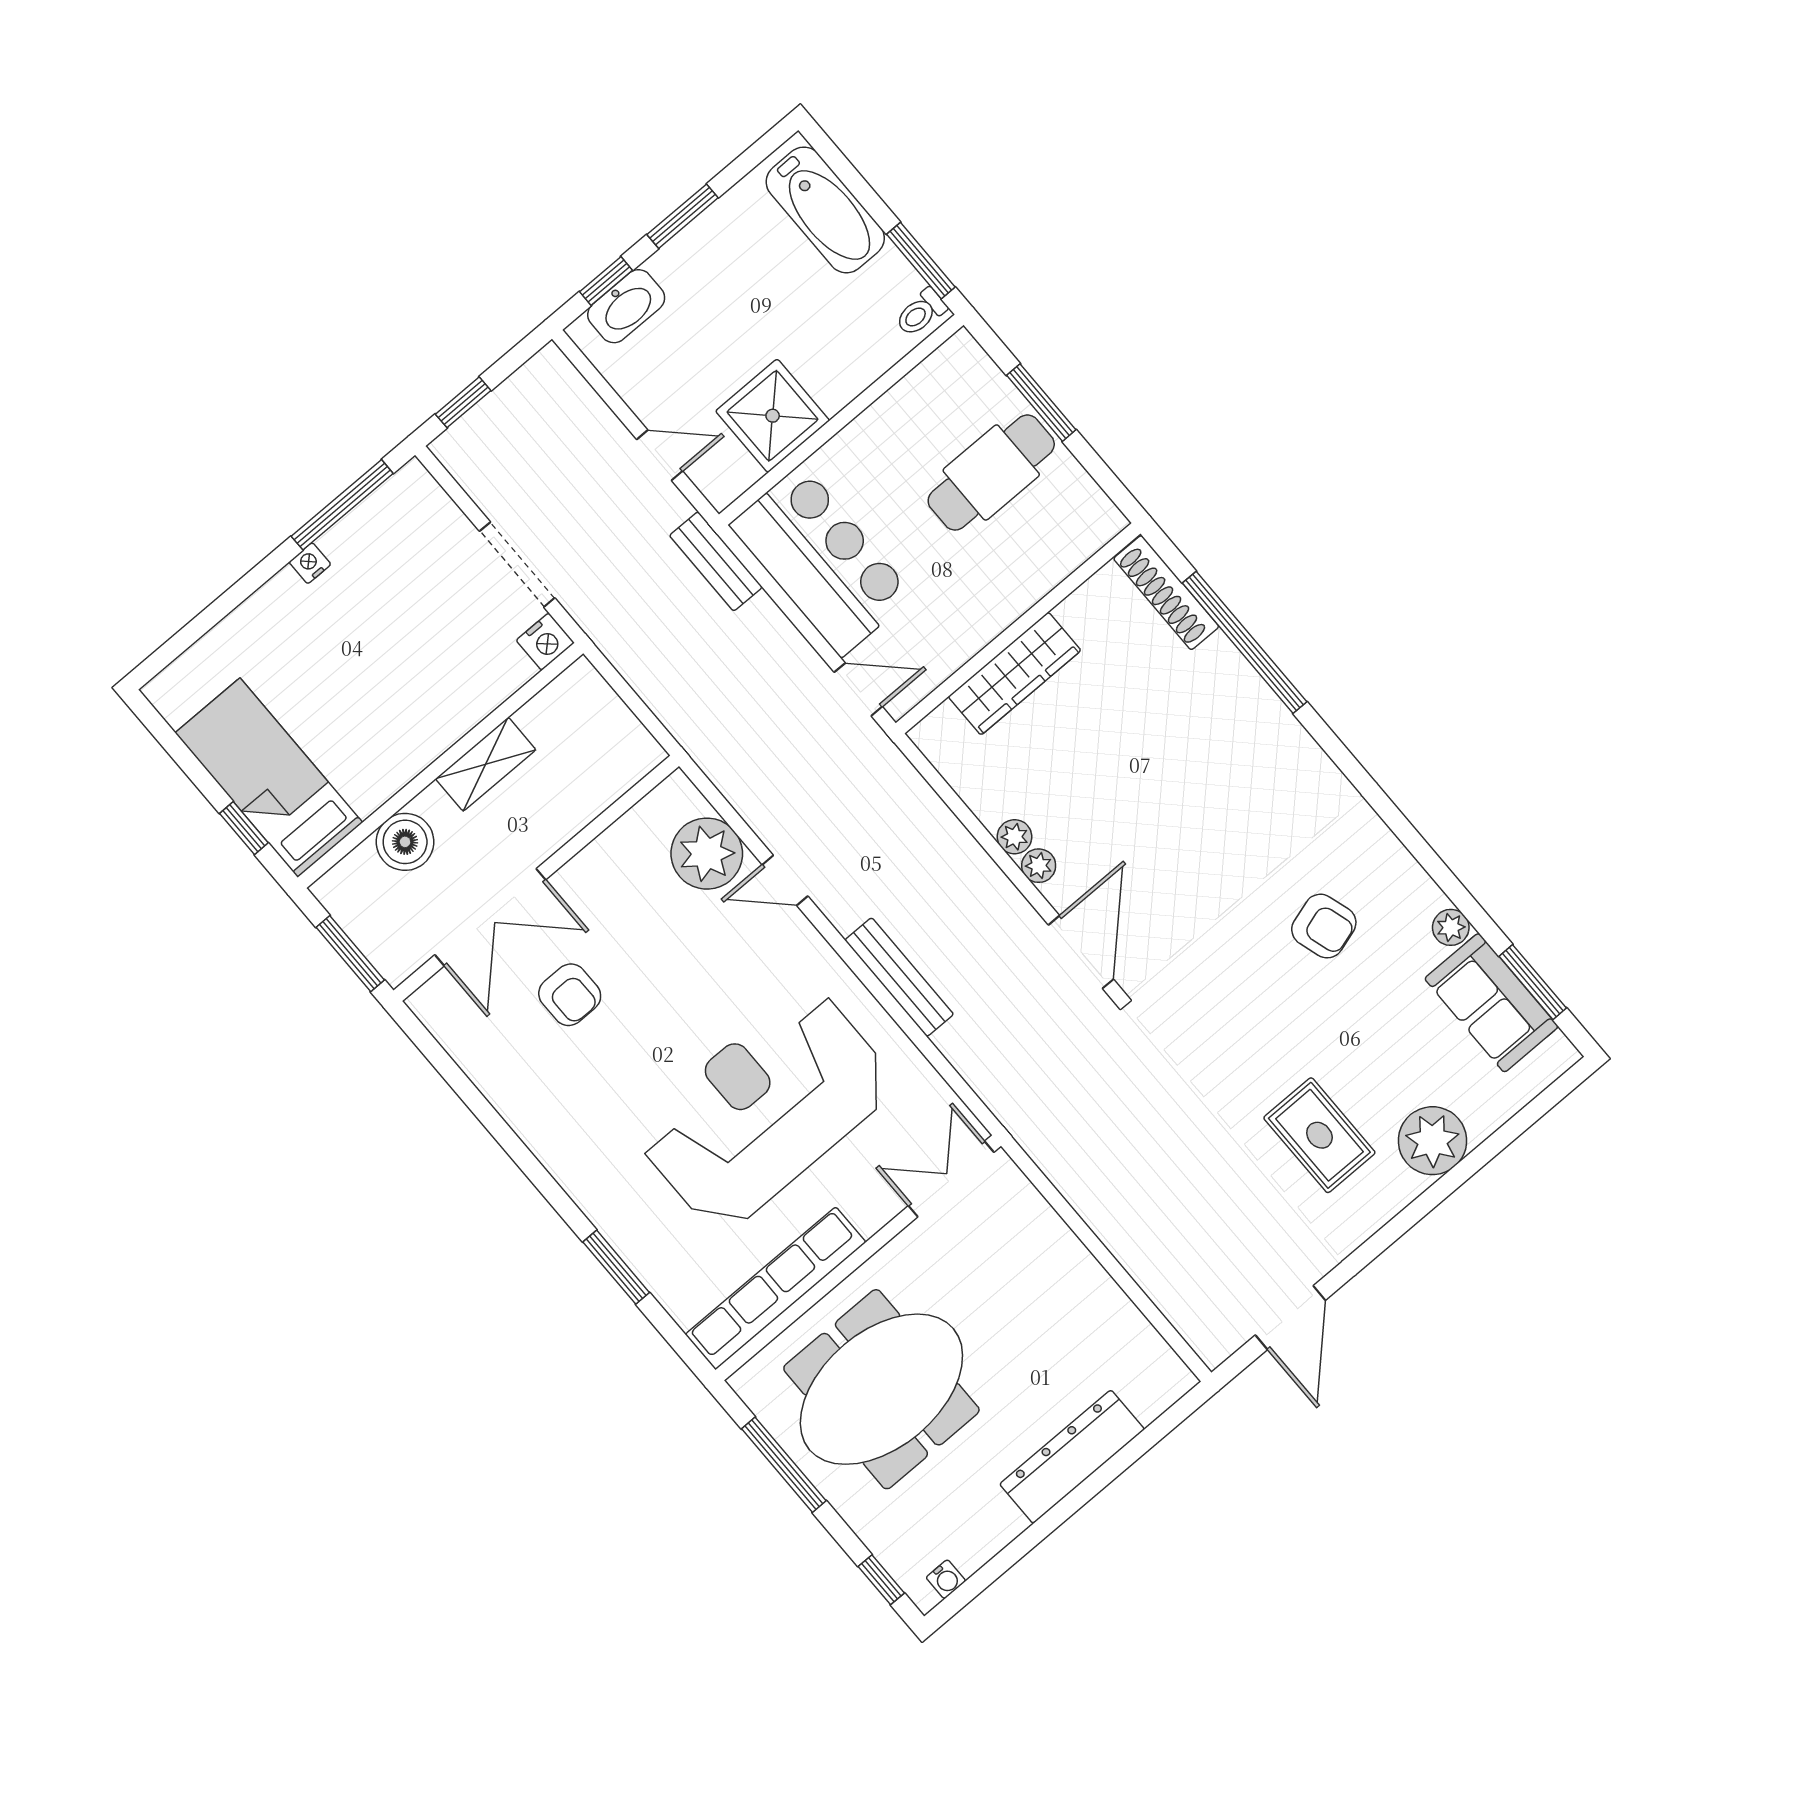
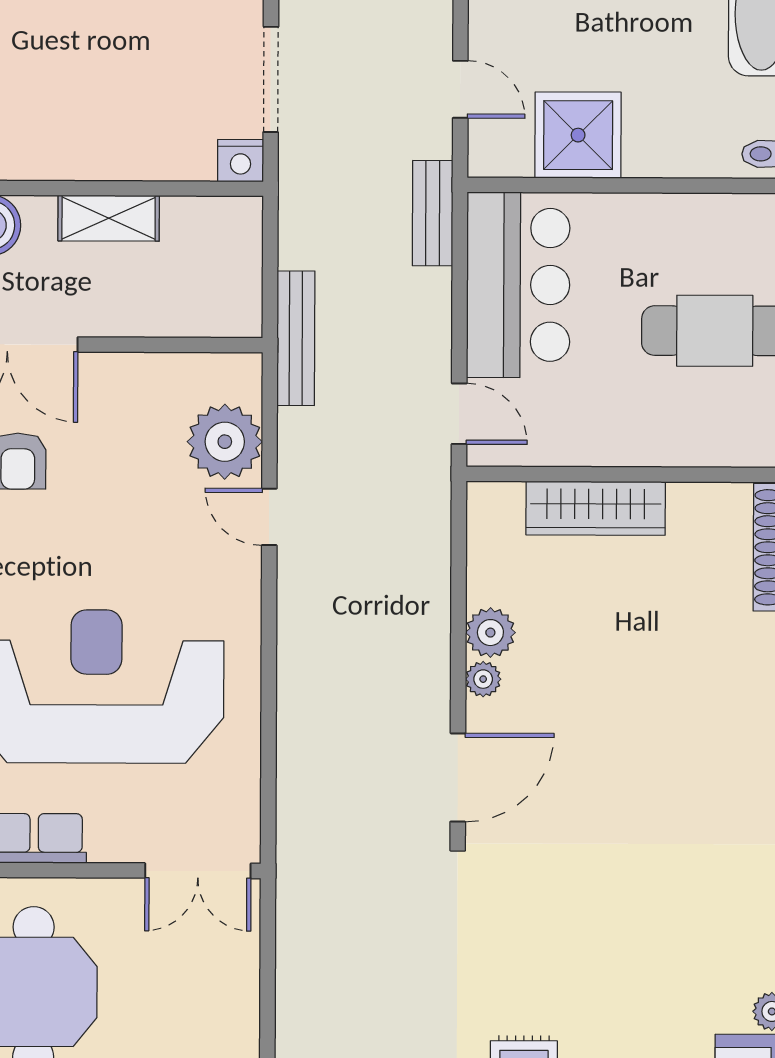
plant: (1015, 837) -> (490, 633), width x1.38, depth x1.38
armchair: (1324, 926) -> (671, 923), removed
bench: (899, 977) -> (296, 338), moved
double door: (951, 1179) -> (198, 871), swing flipped

